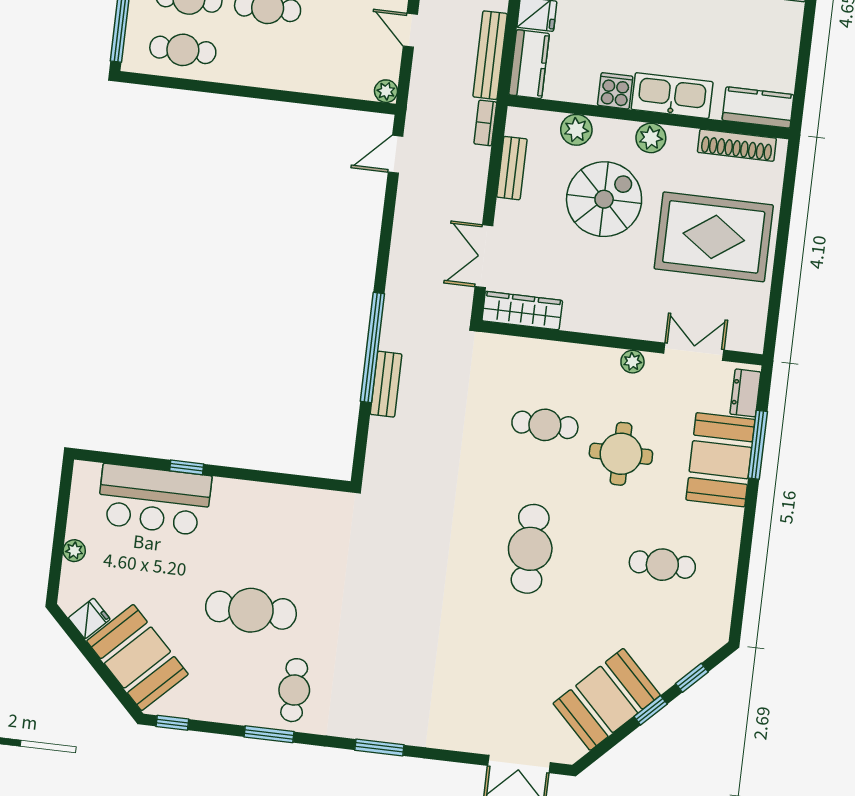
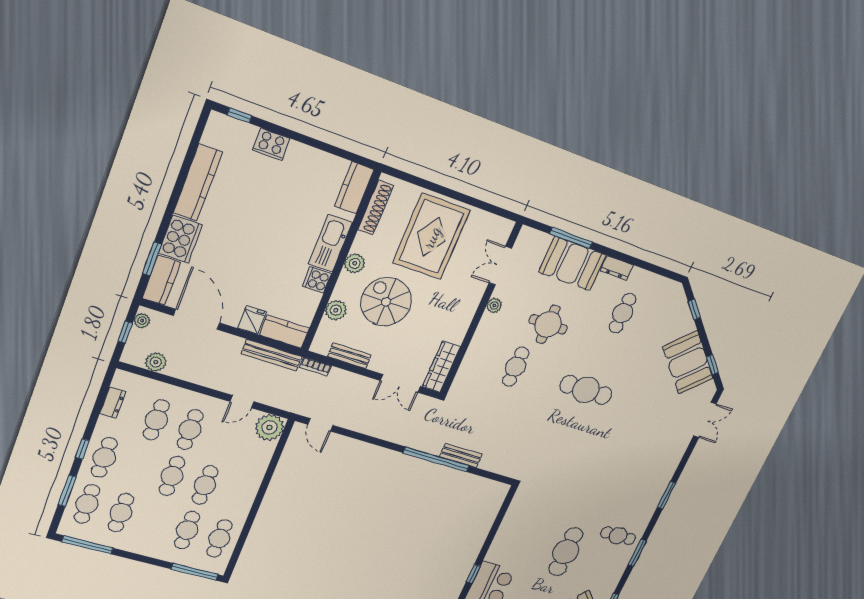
plant: (386, 91) -> (269, 427), width x1.87, depth x1.87
dresser: (745, 393) -> (617, 268), moved
window: (651, 710) -> (712, 365), moved

